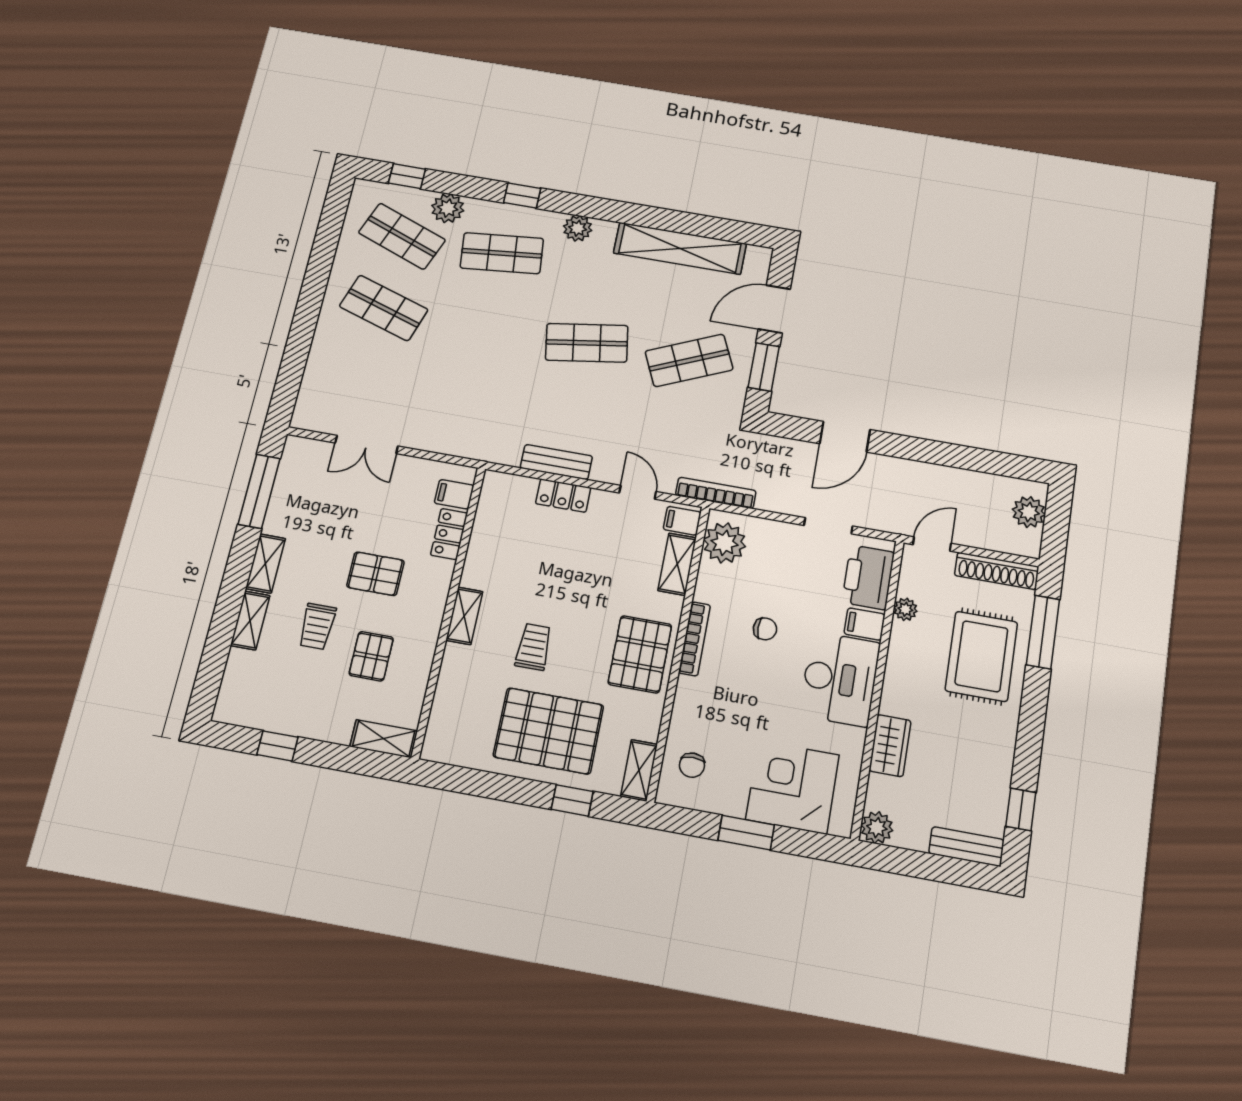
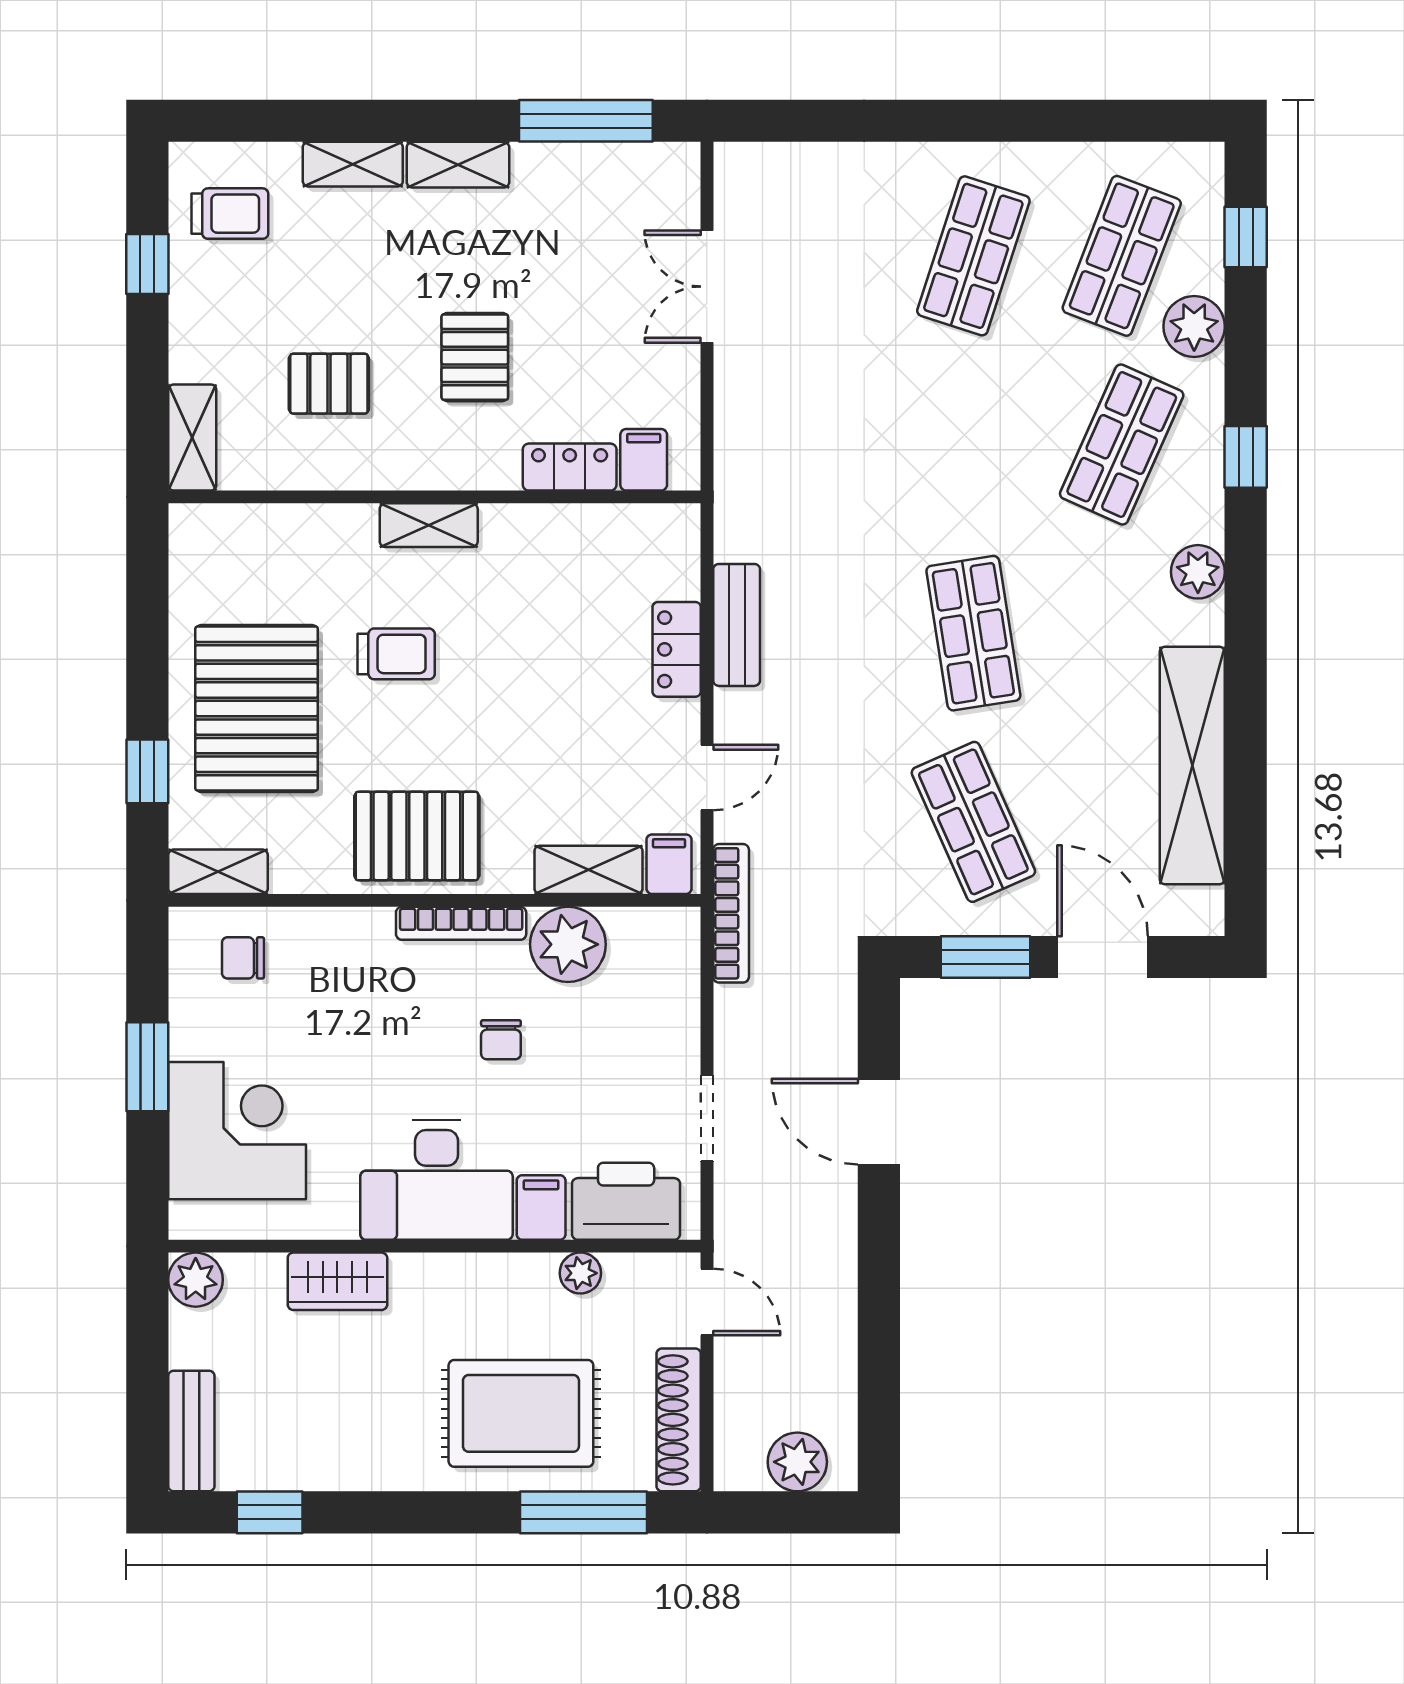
shop shelf: (502, 253) -> (1122, 445), turned 30
plant: (725, 543) -> (568, 944), moved
trolley: (317, 626) -> (230, 214), moved, turned 180

